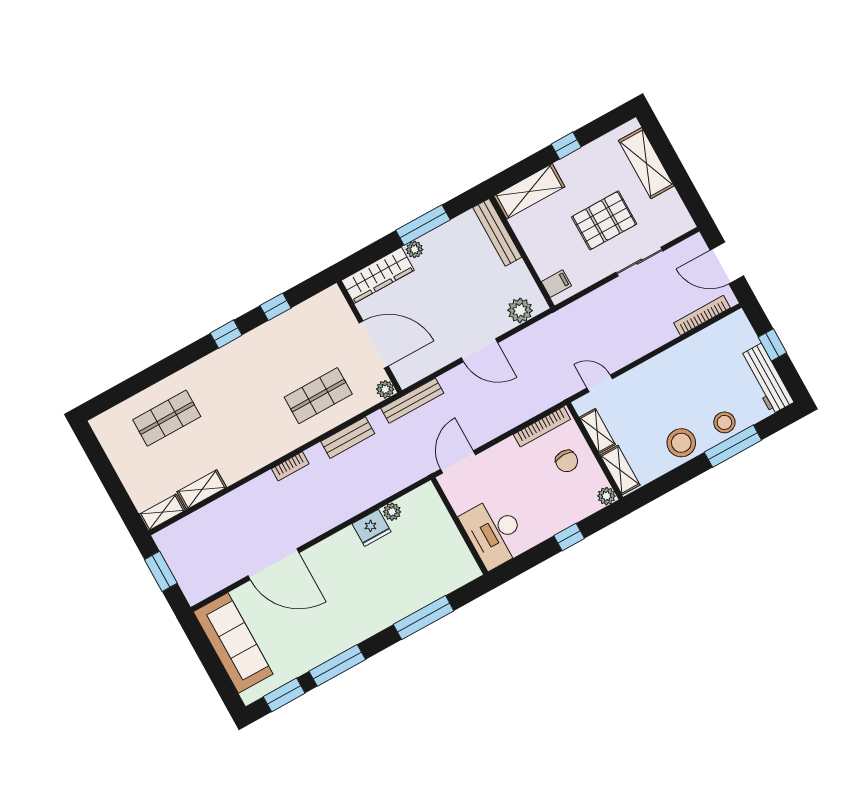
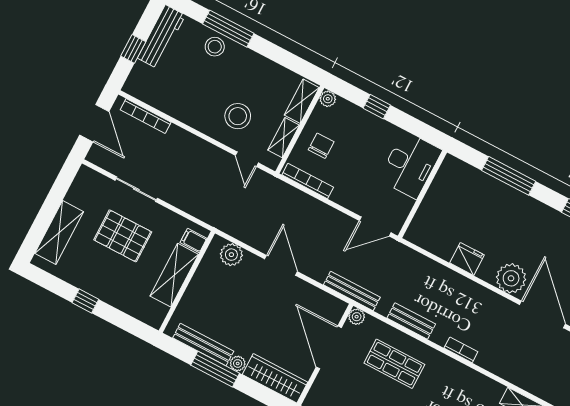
shelving: (529, 191) -> (174, 275), moved, turned 90
bench: (497, 232) -> (203, 344), moved, turned 90
stool: (681, 443) -> (238, 116), moved
plant: (392, 512) -> (511, 278), moved, width x1.88, depth x1.88

